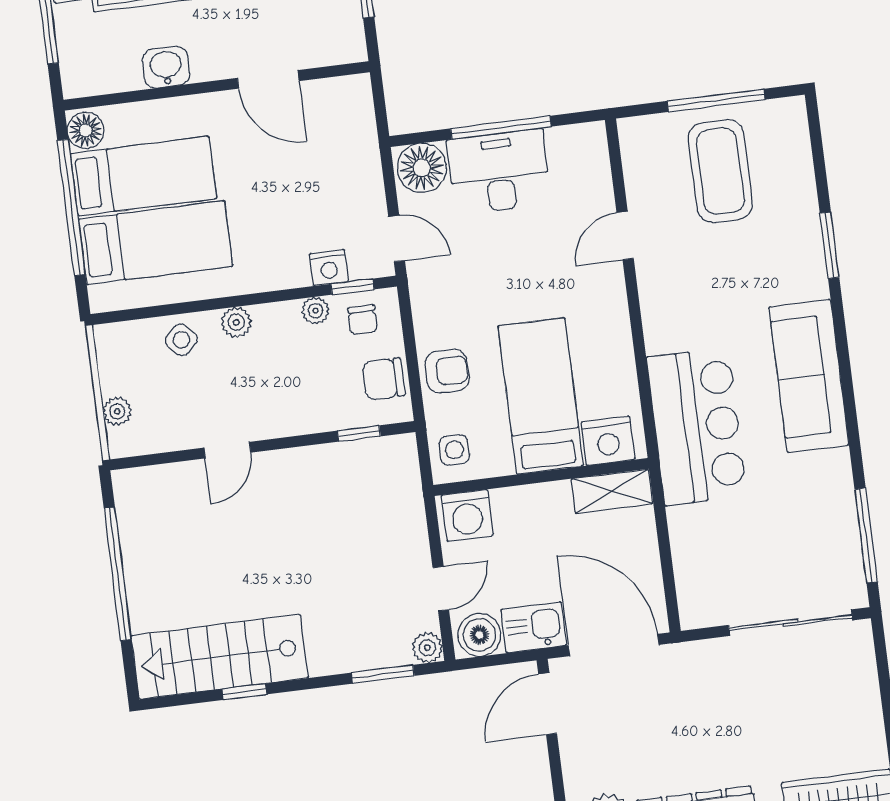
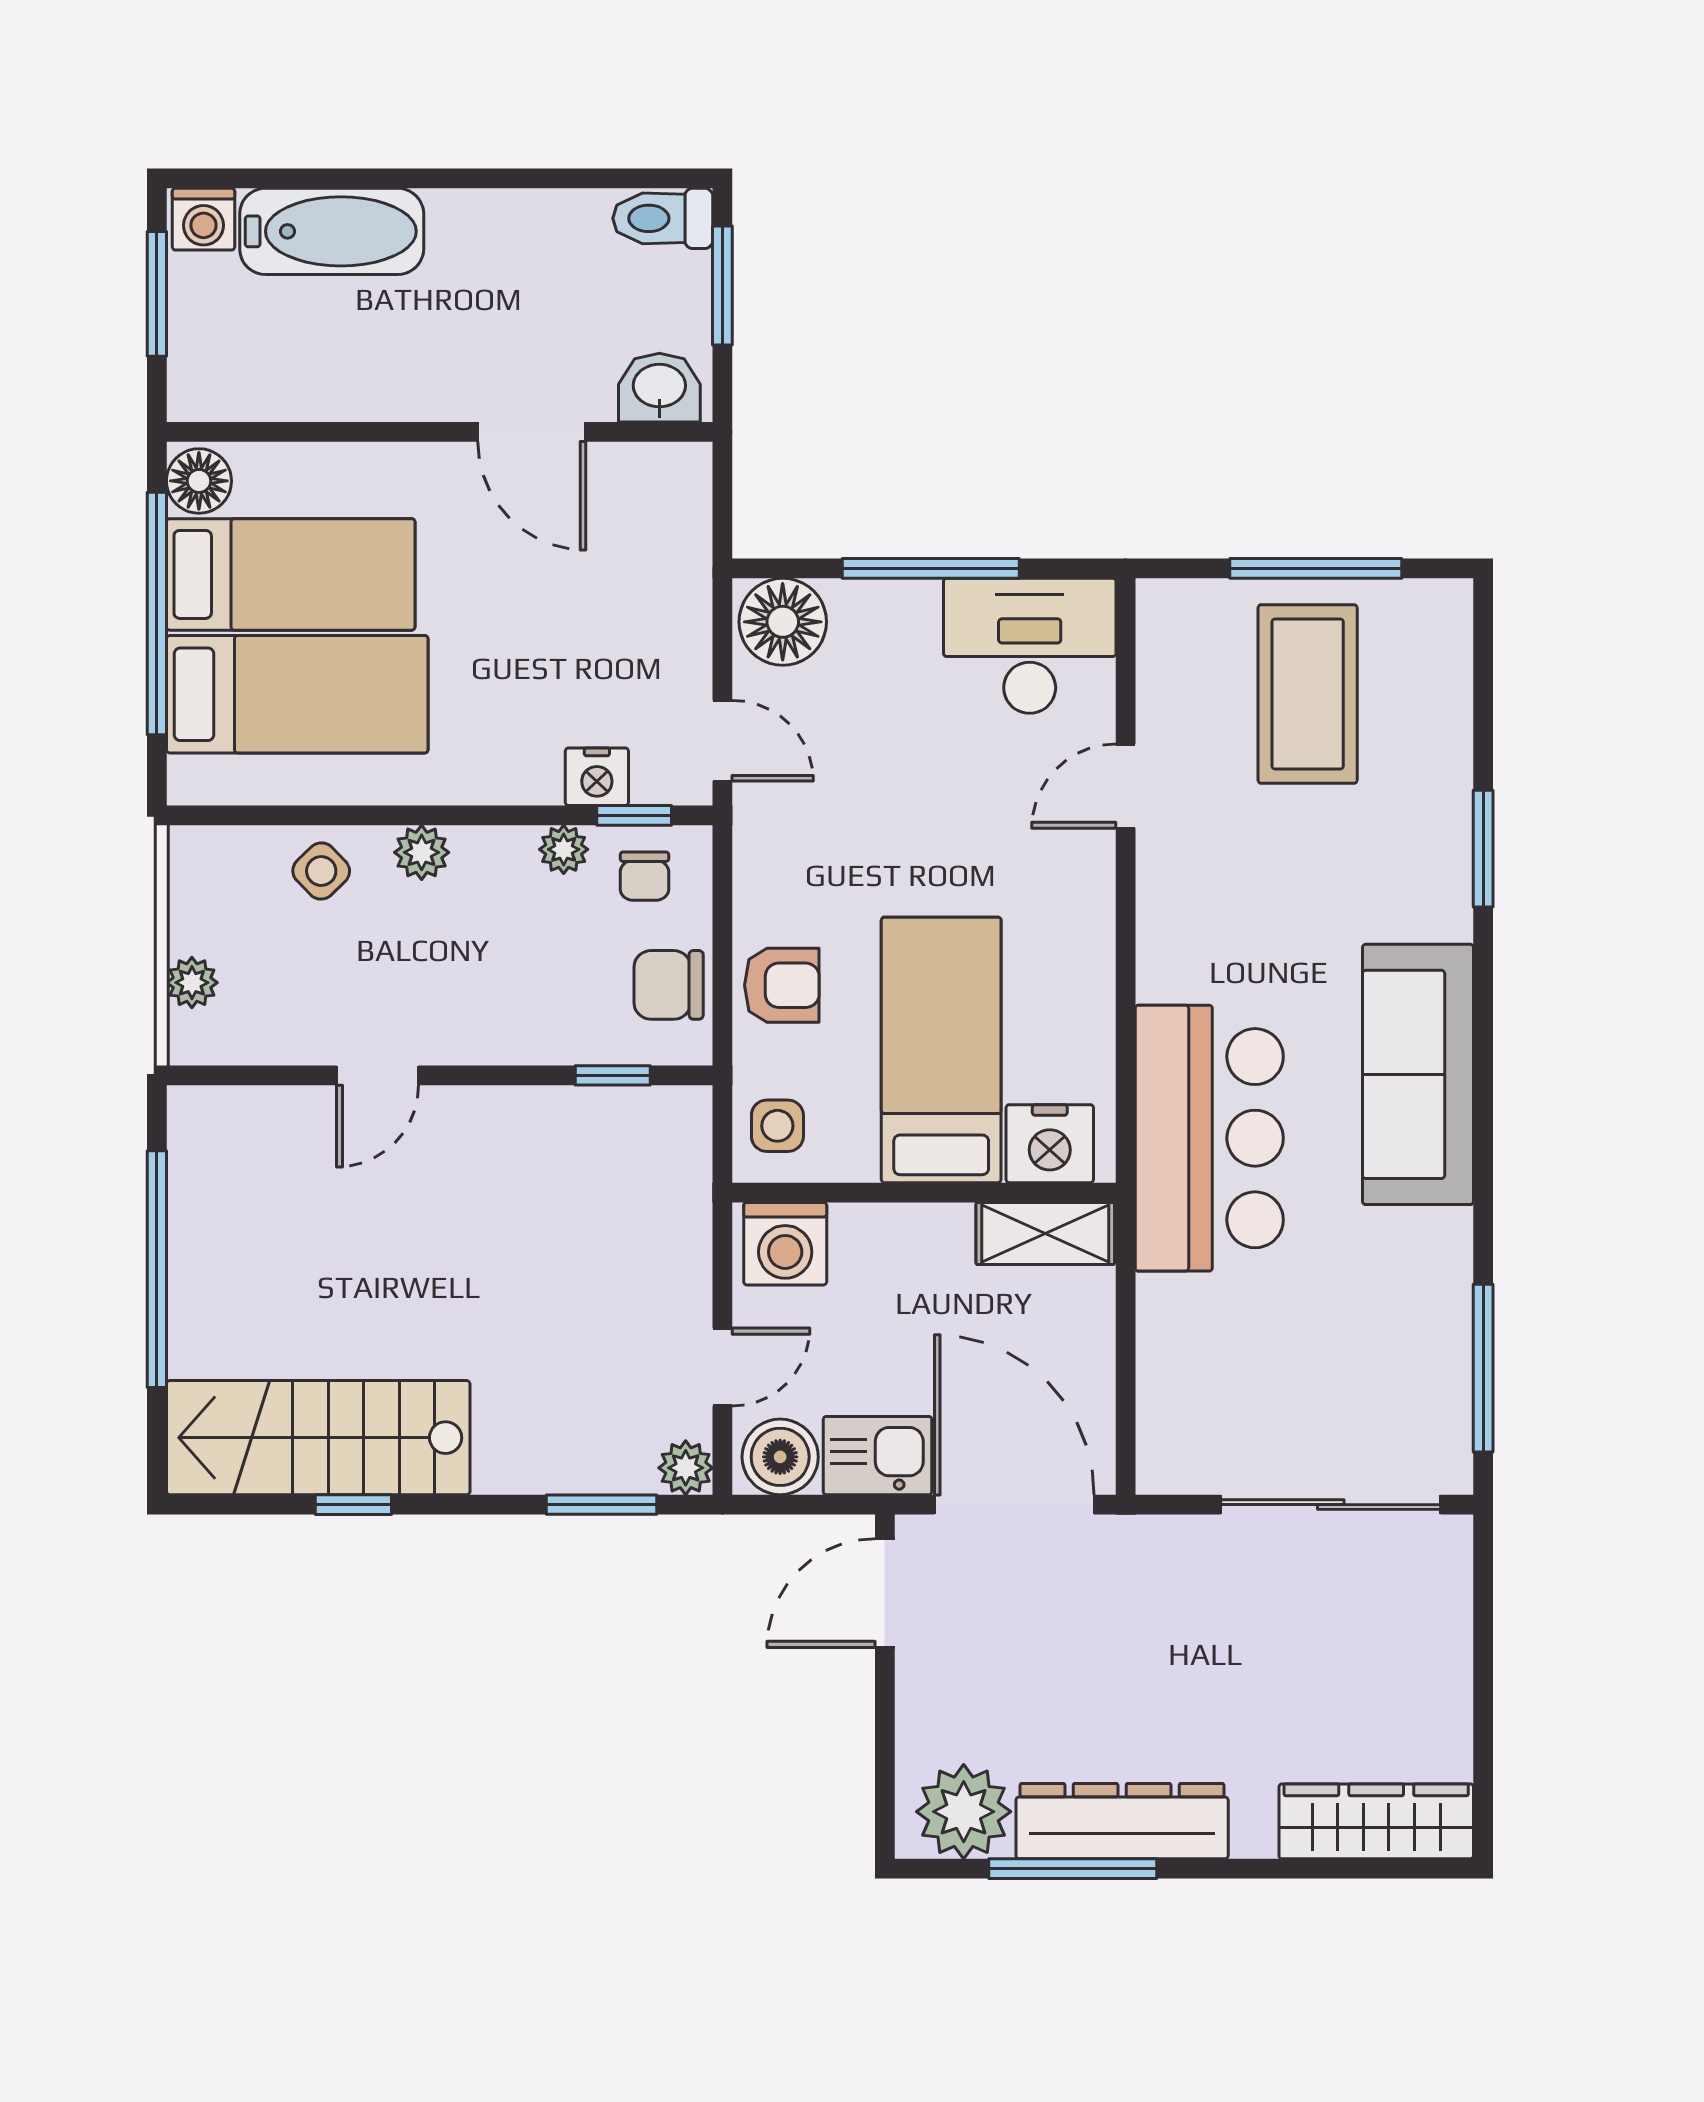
washbasin: (166, 67) -> (659, 388), moved
desk: (499, 172) -> (1030, 646), moved

